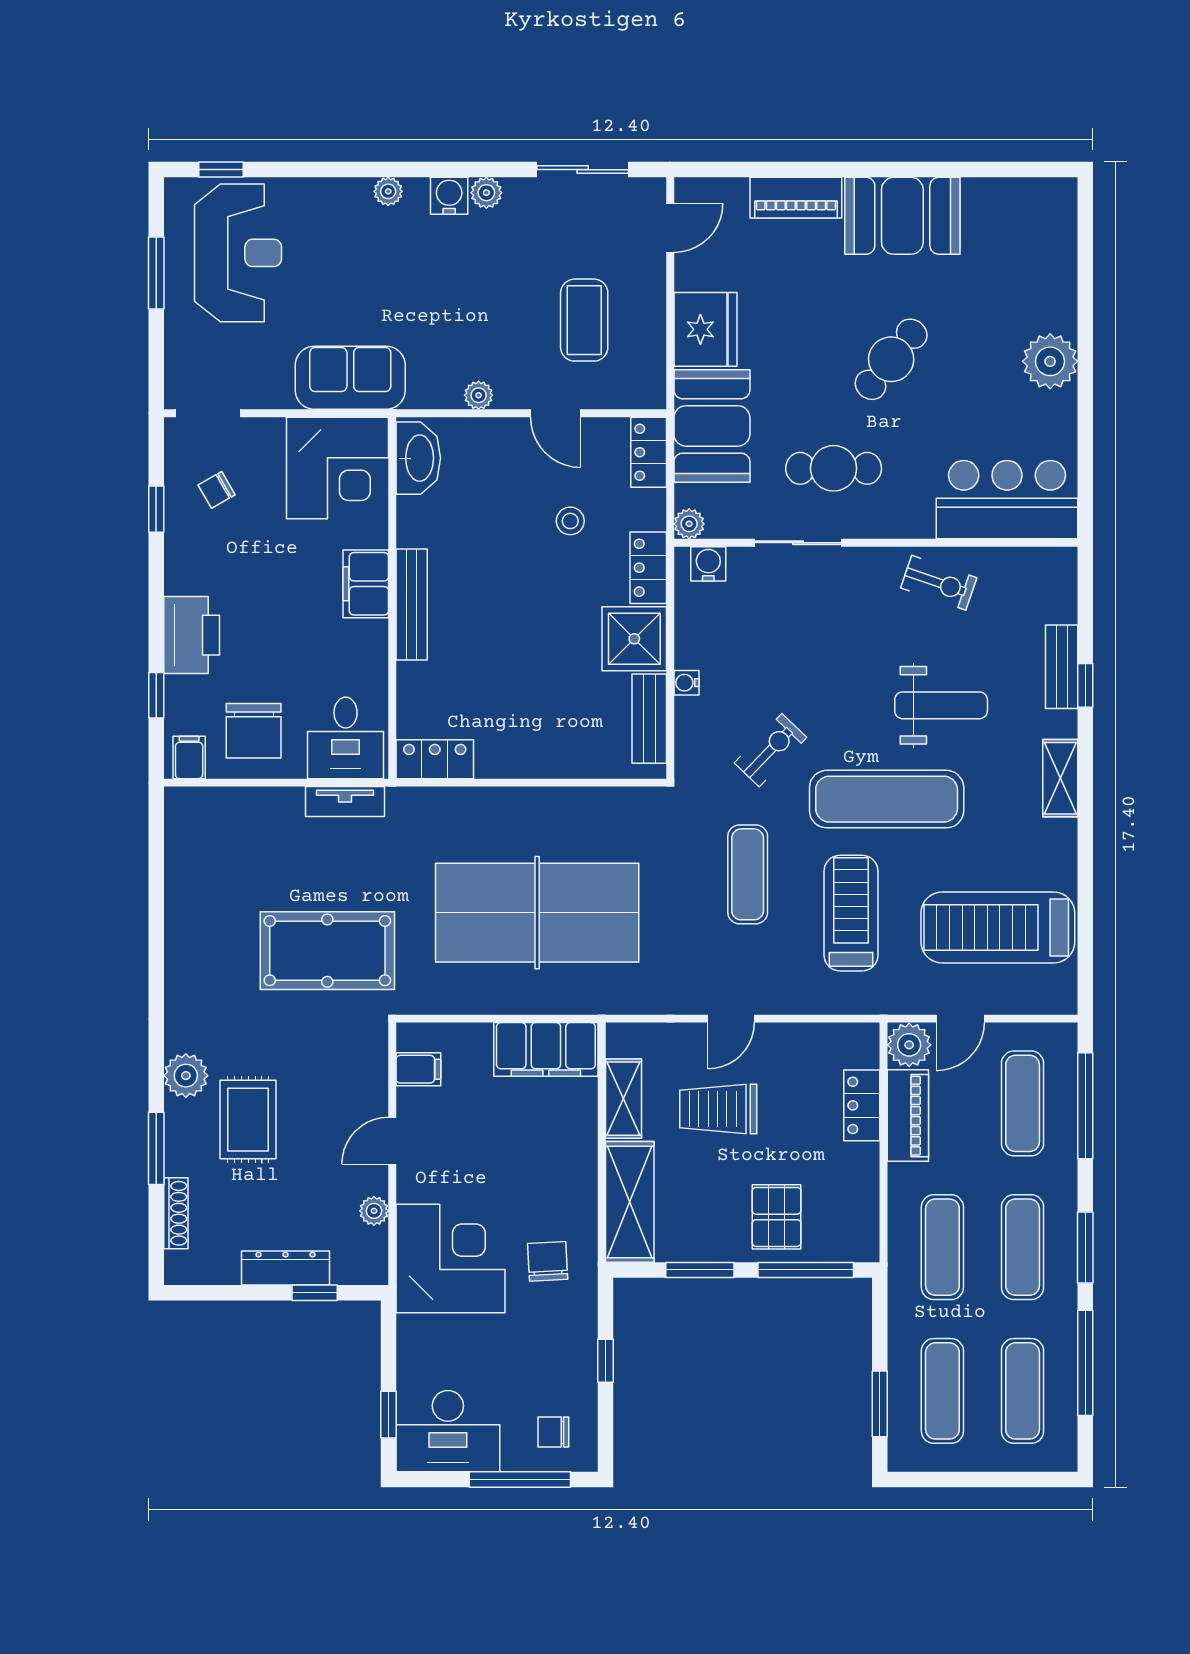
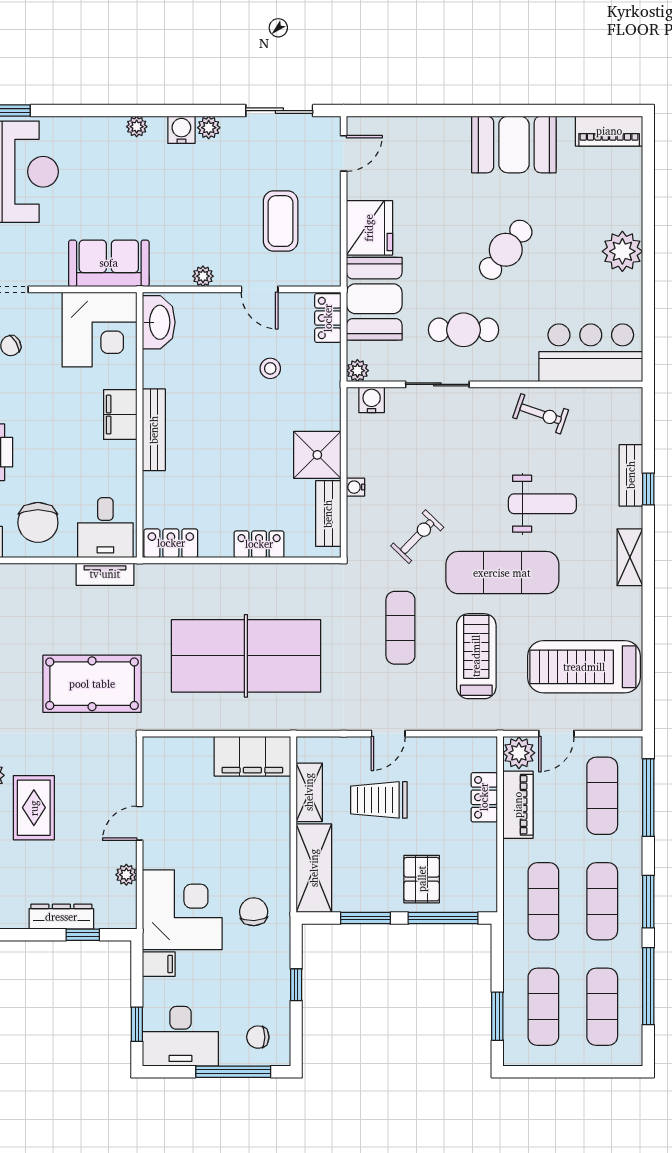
piano: (796, 198) -> (609, 131), moved
locker: (648, 568) -> (259, 544), moved, turned 90
filing cabinet: (418, 1069) -> (159, 964), moved

